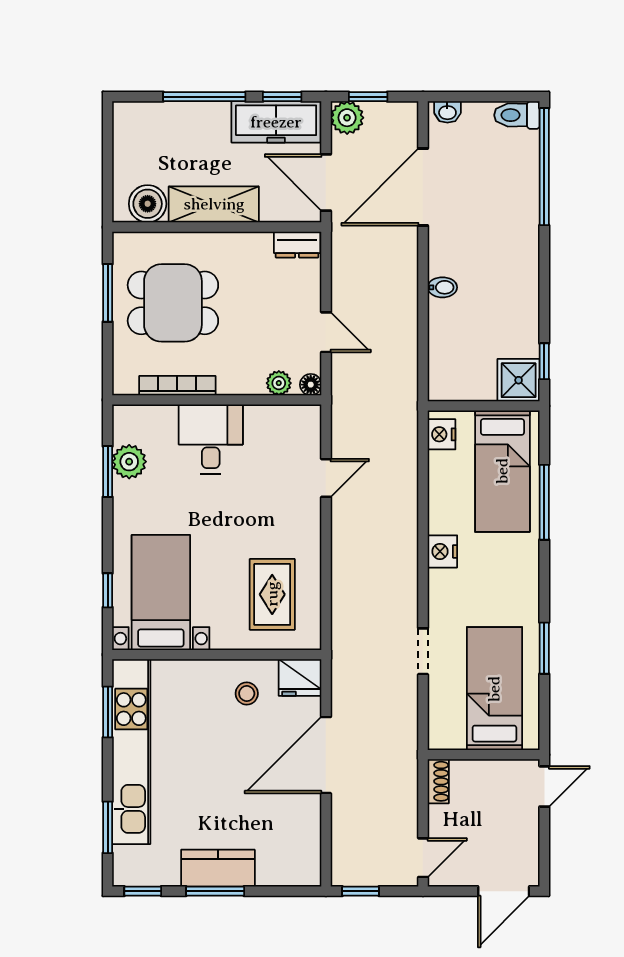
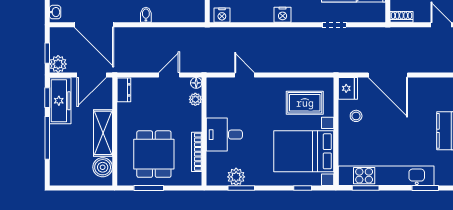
bed with nightstands: (161, 592) -> (304, 151), width x1.36

